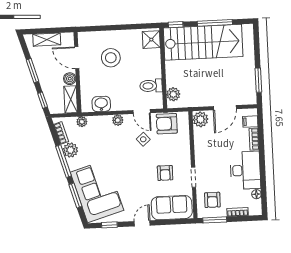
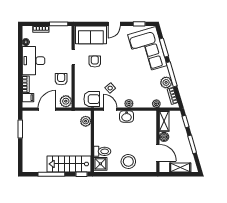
stairs: (203, 42) -> (69, 164), width x0.73, depth x0.66
stool: (111, 58) -> (128, 161), moved
toilet: (151, 86) -> (102, 151), moved
washbasin: (101, 104) -> (127, 116), moved
armchair: (212, 200) -> (61, 79), moved

